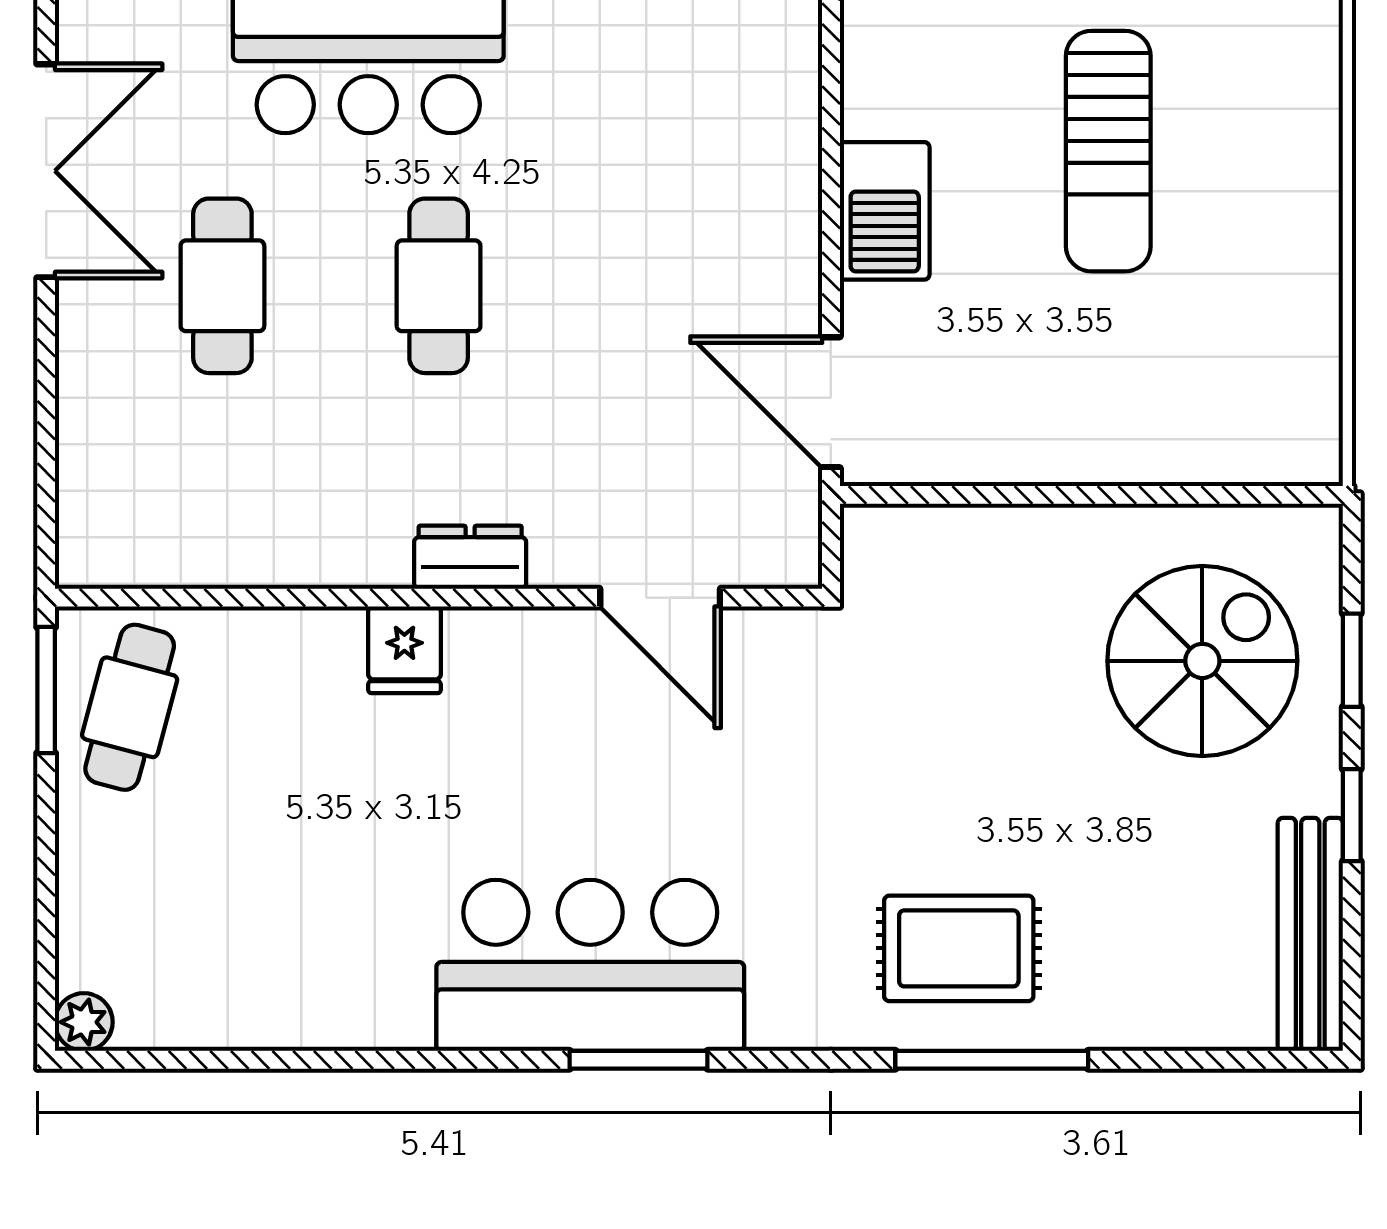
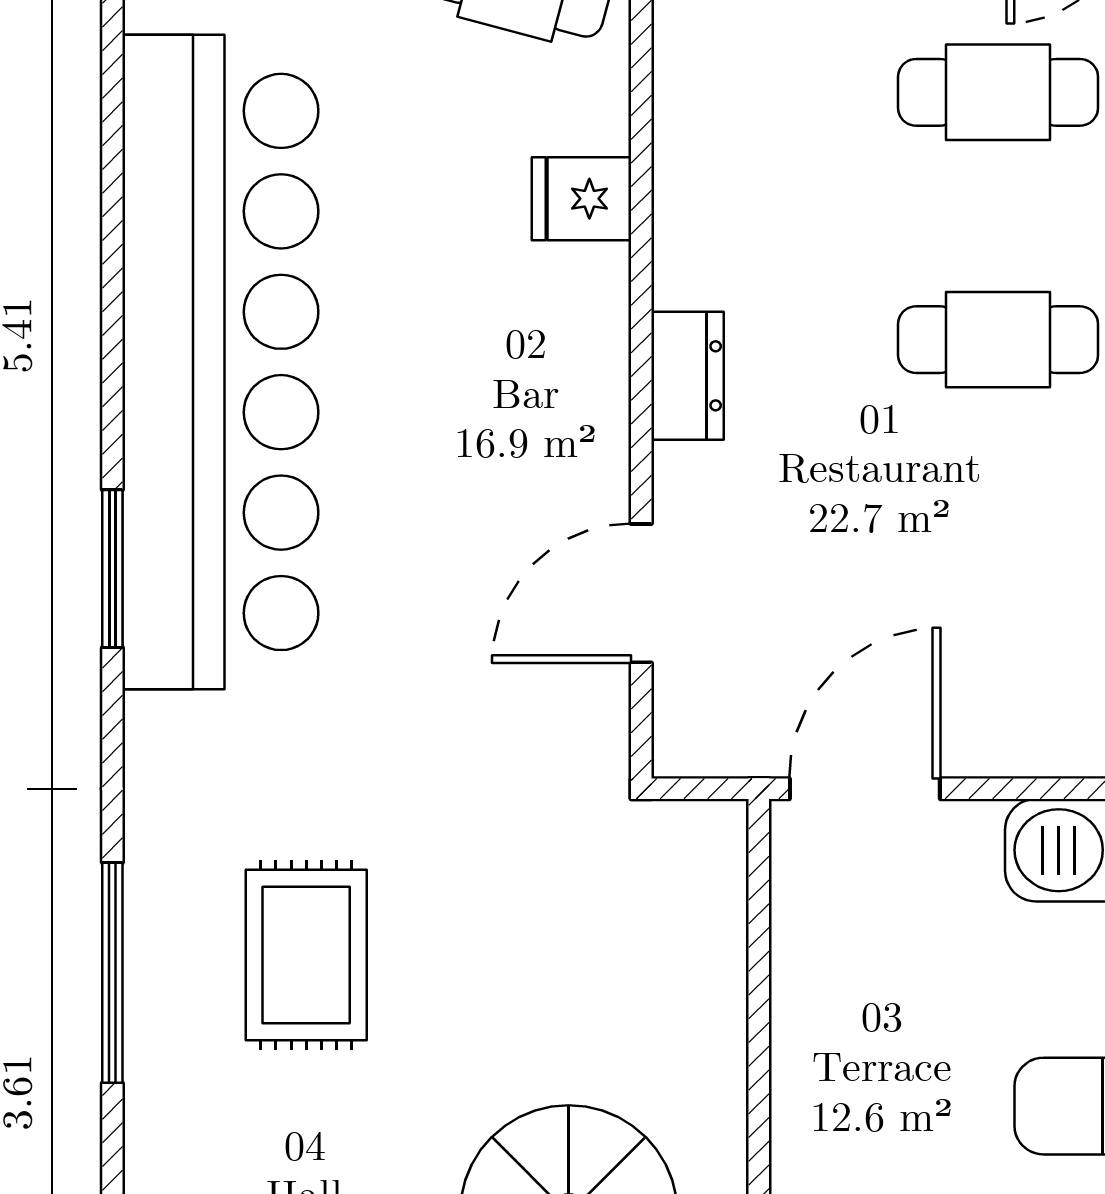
fridge: (404, 650) -> (581, 199), moved
rug: (959, 948) -> (306, 955), moved
bar counter: (590, 965) -> (220, 362), width x1.86

